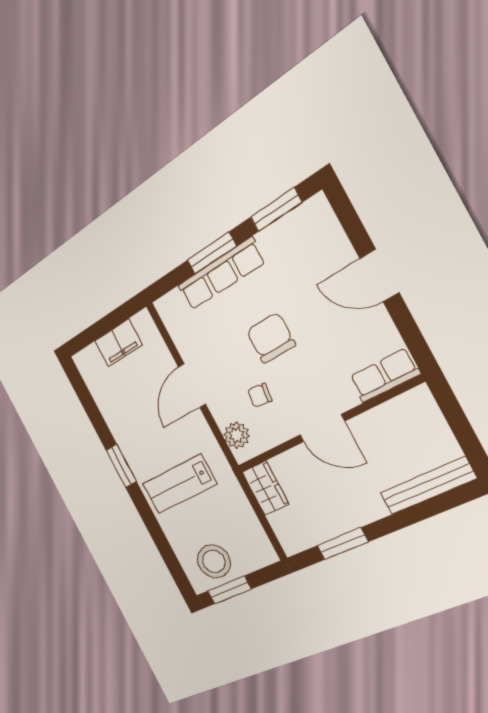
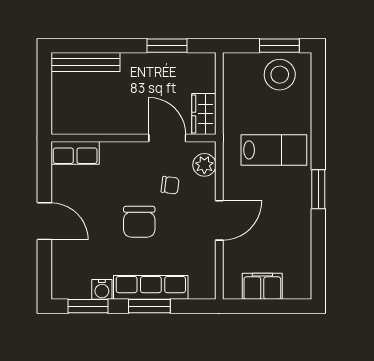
water cooler: (271, 239) -> (102, 289), added
door: (322, 428) -> (167, 138), moved

